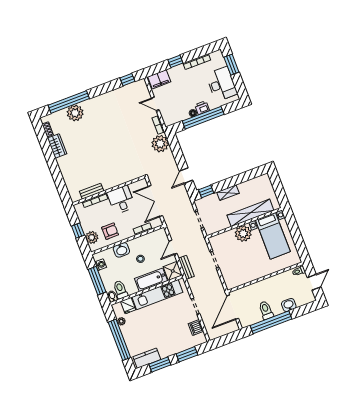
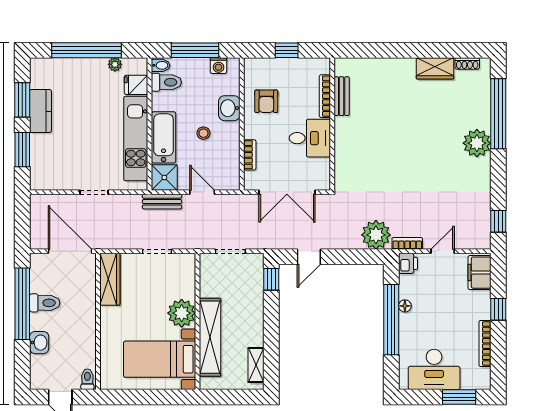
printer: (202, 108) -> (408, 263), moved
plant: (75, 113) -> (477, 143), moved
door: (186, 176) -> (309, 257), swing flipped
shelving: (228, 193) -> (256, 365), moved
double door: (155, 201) -> (287, 192), swing flipped
plant: (92, 237) -> (267, 68), removed
wardrobe: (240, 280) -> (110, 279), added
dishwasher: (196, 328) -> (60, 180), removed
kitchen counter: (147, 358) -> (40, 111), moved

